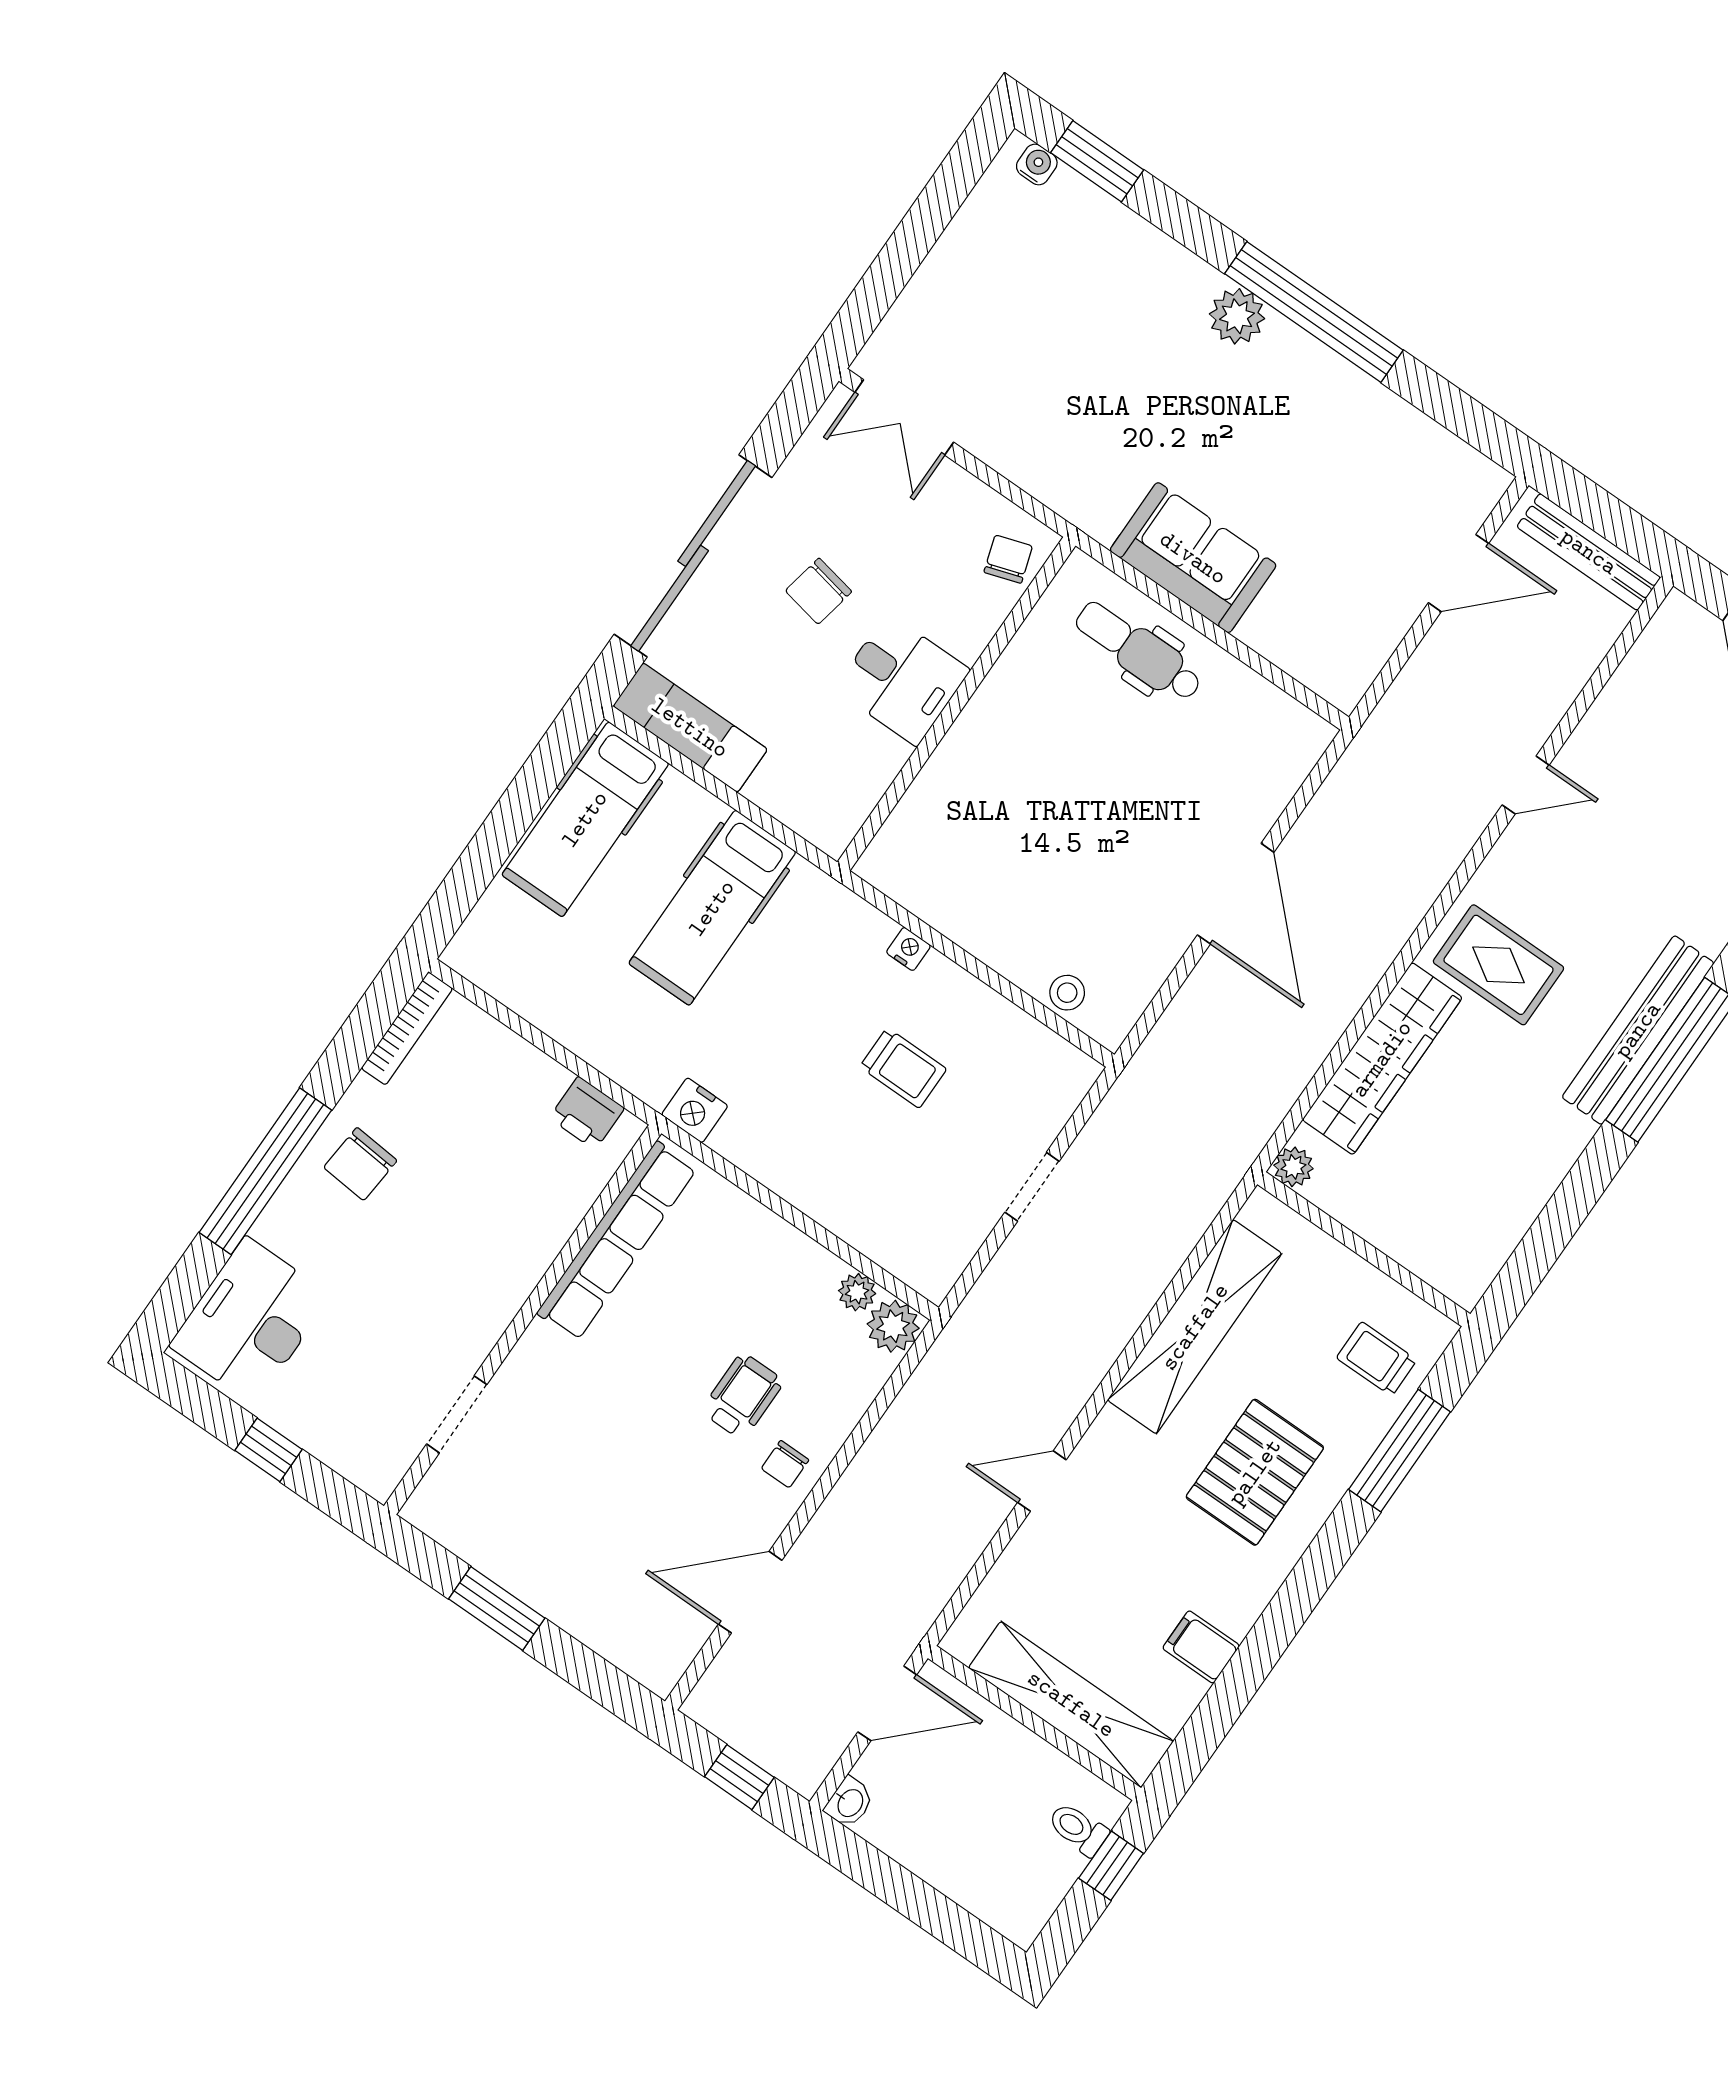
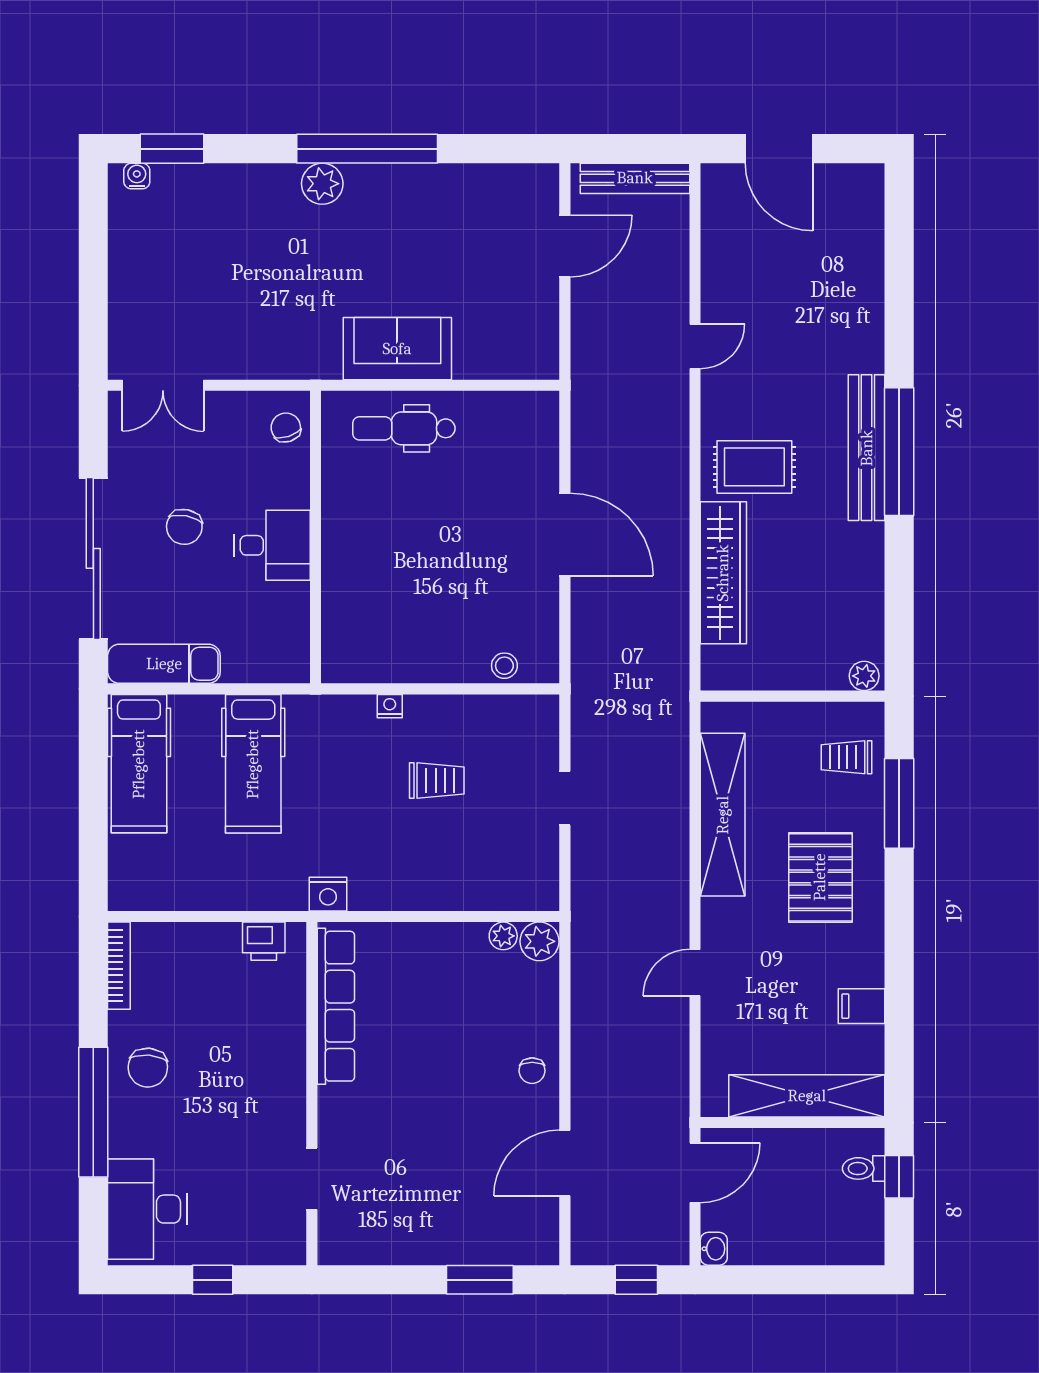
plant: (1293, 1167) -> (864, 676), moved
wheelchair: (742, 1396) -> (478, 1047), removed
window: (497, 1609) -> (480, 1280), moved

